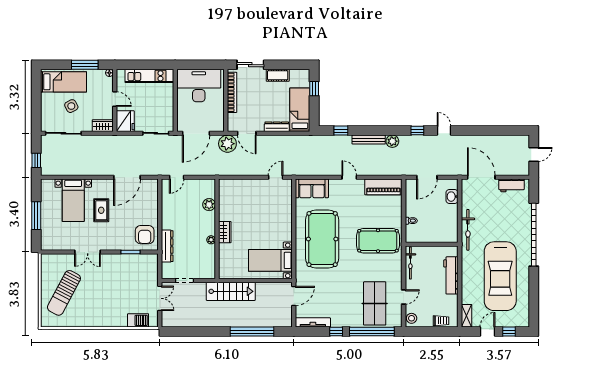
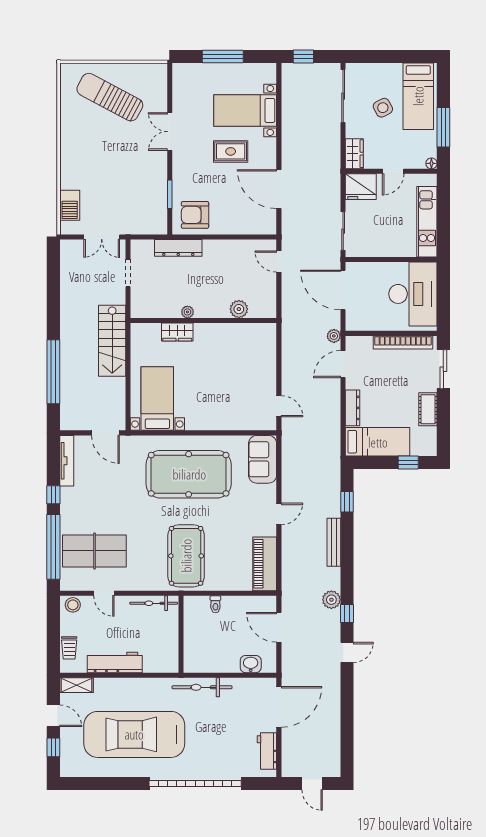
plant: (392, 141) -> (331, 600), moved
plant: (227, 144) -> (334, 336), width x0.53, depth x0.53
wardrobe: (225, 232) -> (177, 332), moved
workbench: (451, 275) -> (115, 662), moved

